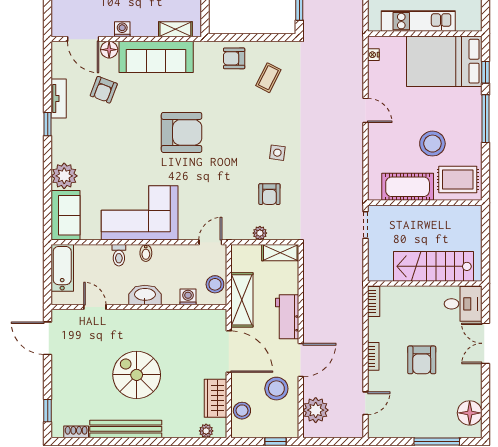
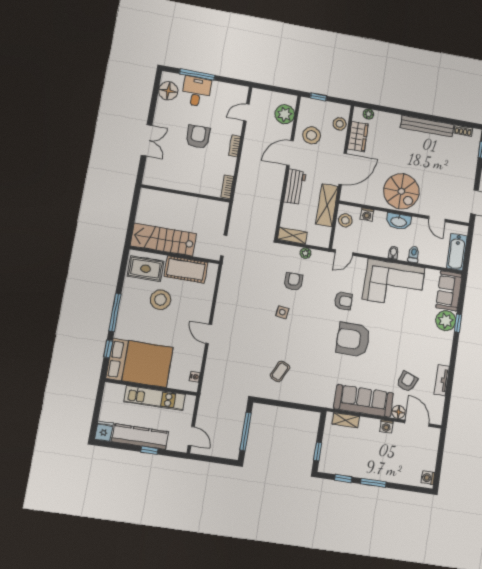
armchair: (234, 58) -> (343, 301), moved
window: (48, 124) -> (458, 323), moved
stairs: (433, 266) -> (163, 240), moved, turned 180
desk: (463, 304) -> (196, 91), moved, turned 90
door: (229, 352) -> (343, 169), swing flipped
spiral stairs: (137, 375) -> (401, 191), moved

